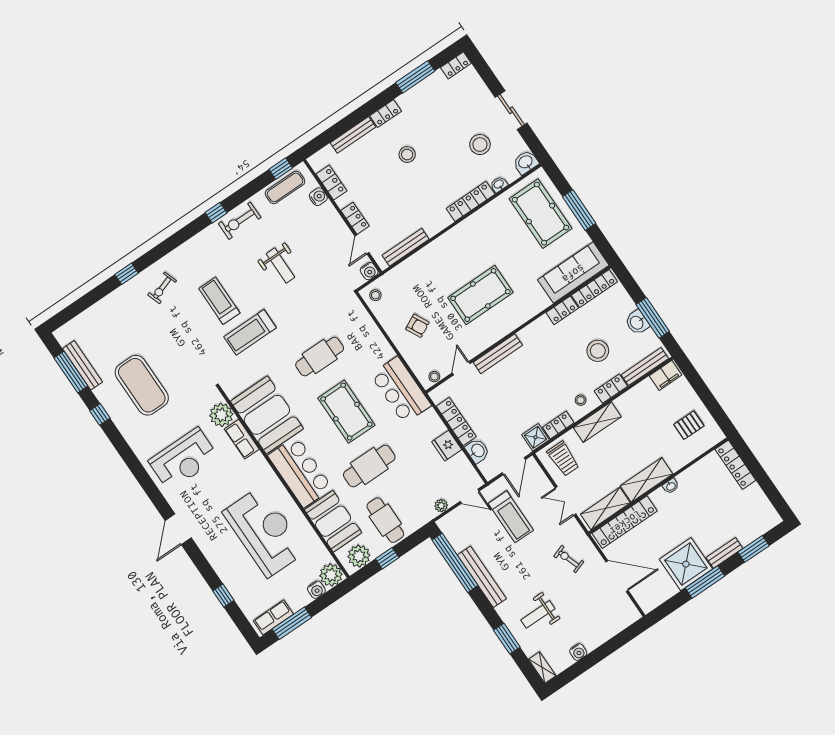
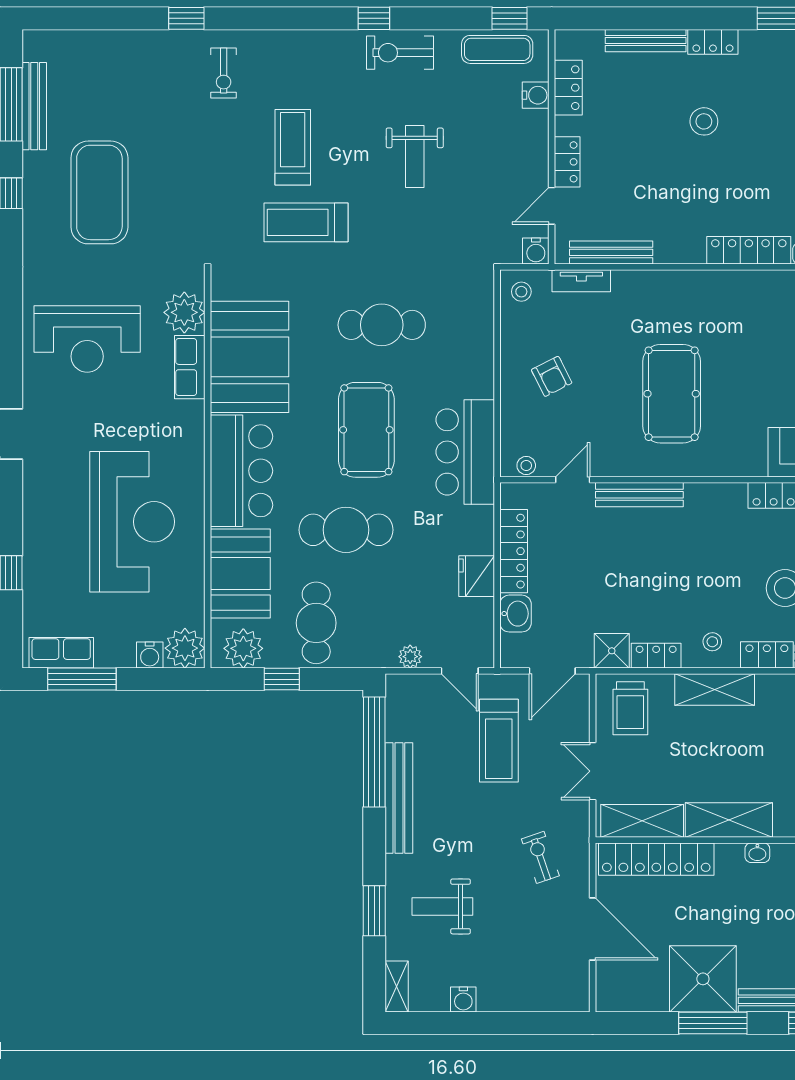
tv unit: (400, 270) -> (581, 281), added
exercise bike: (162, 288) -> (224, 73), turned -71
pool table: (480, 295) -> (672, 394), turned 90

